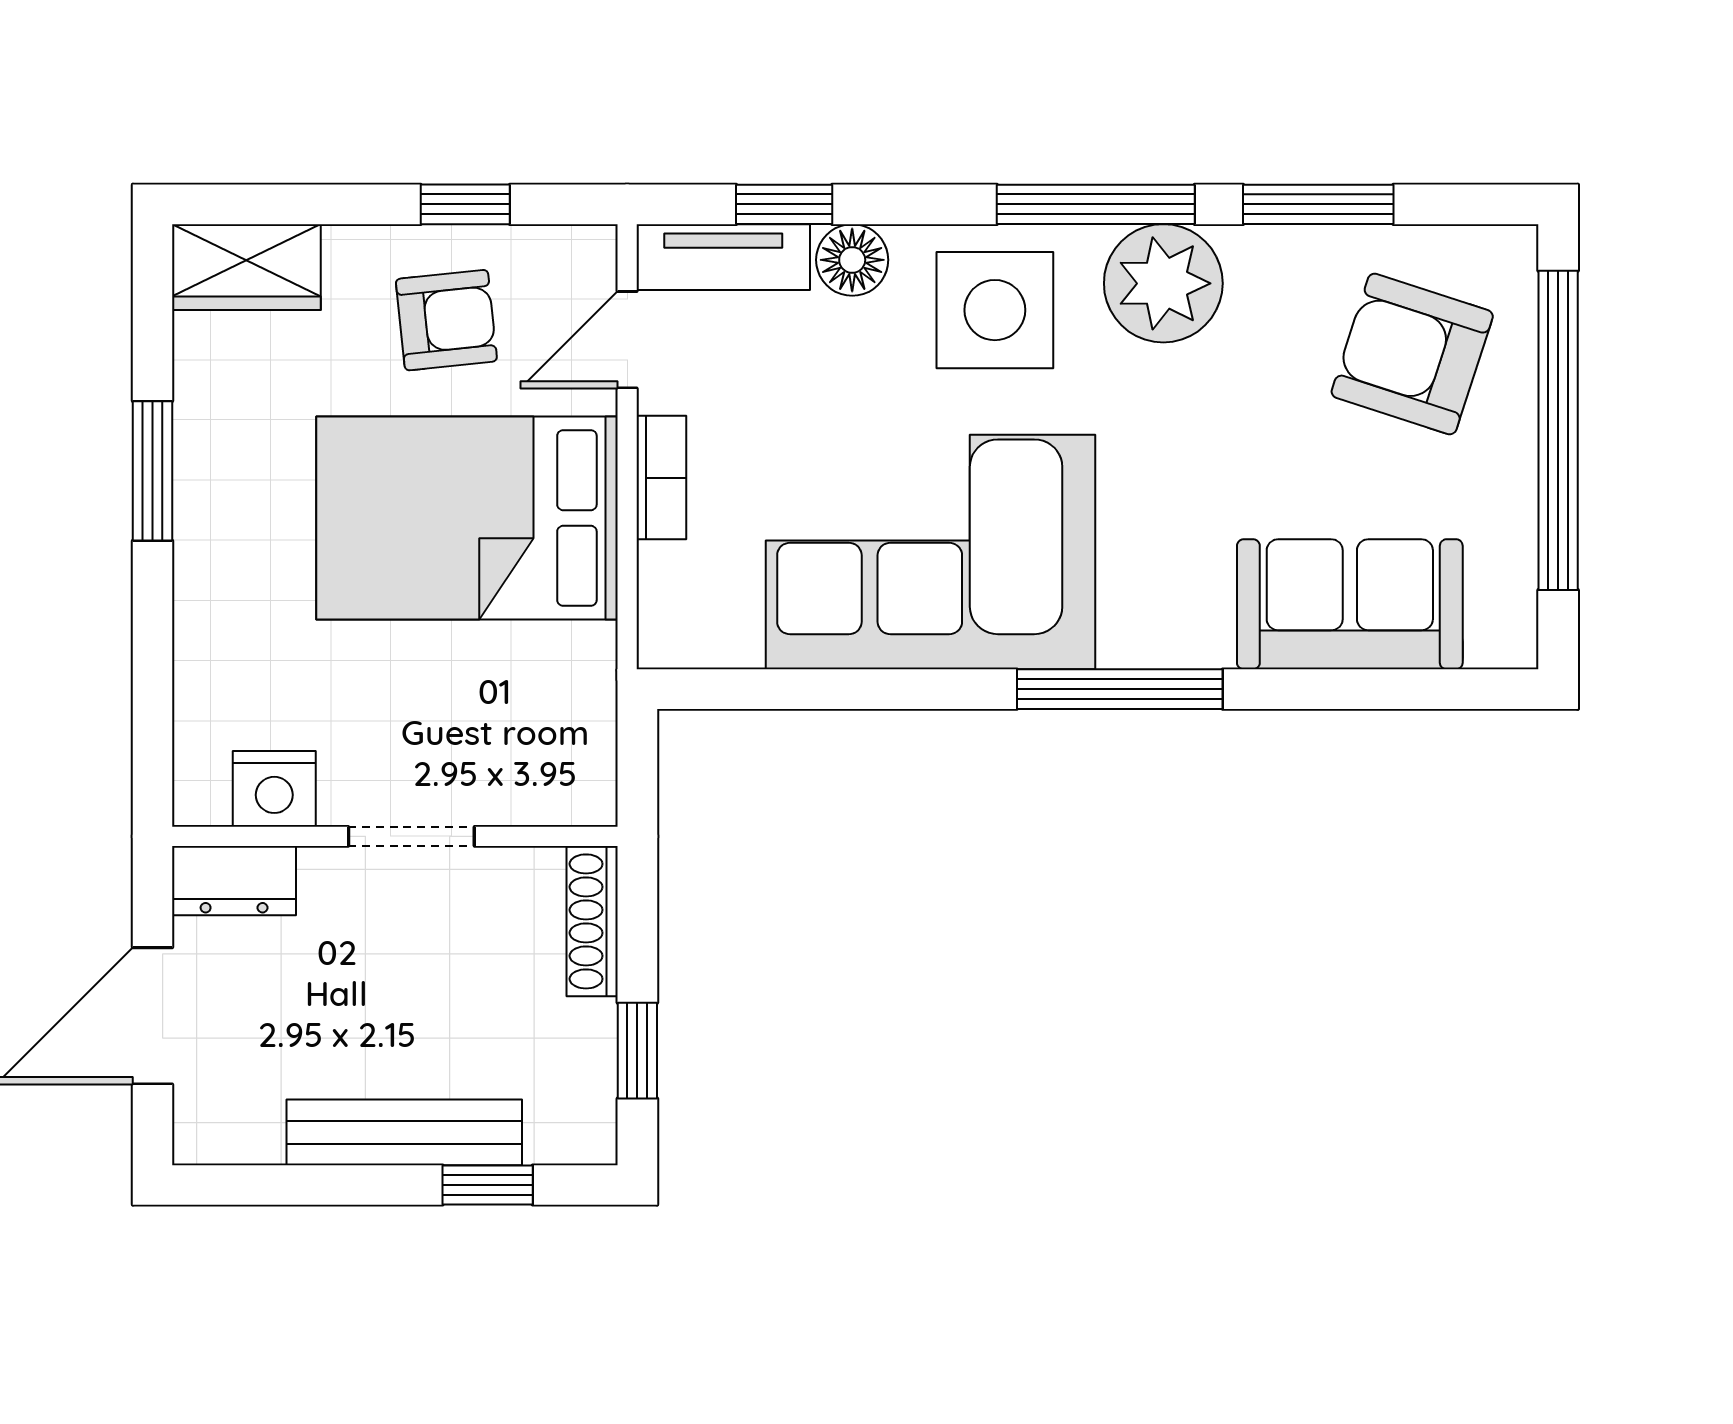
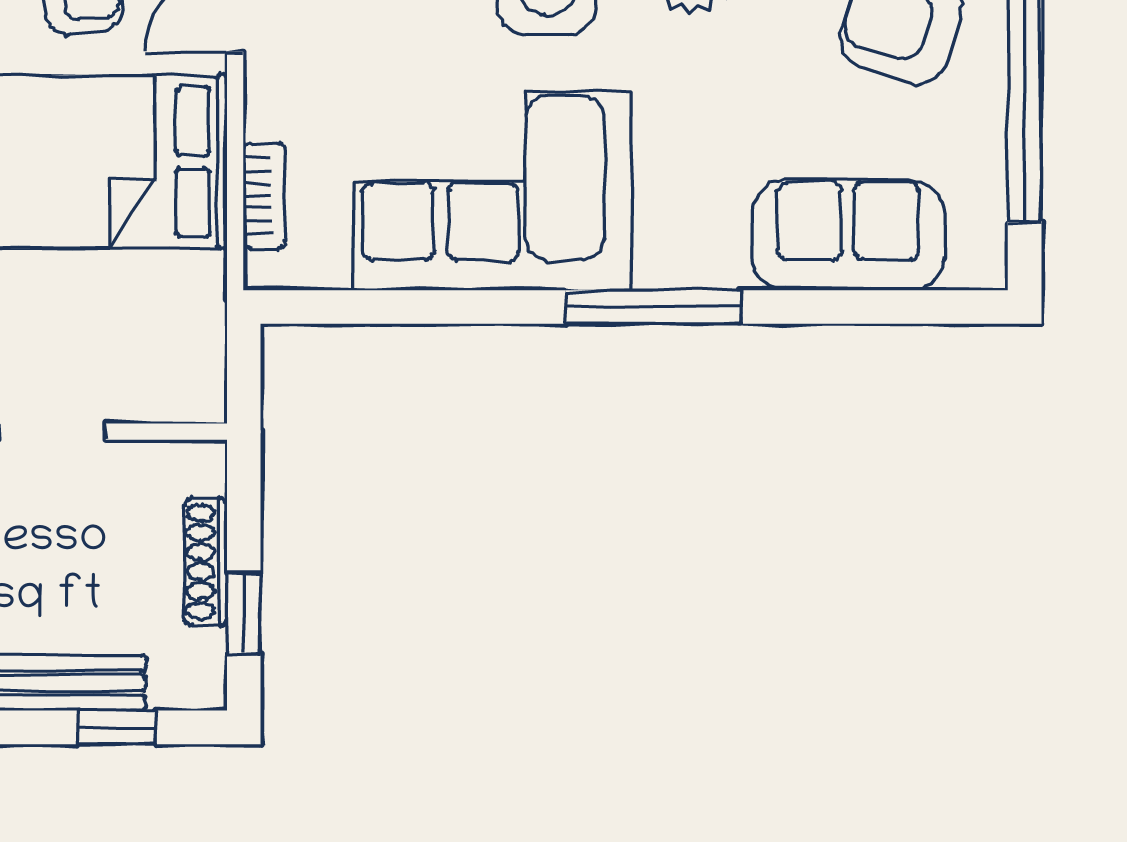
bookcase: (661, 478) -> (264, 196), moved
shoe rack: (592, 921) -> (206, 562), moved

